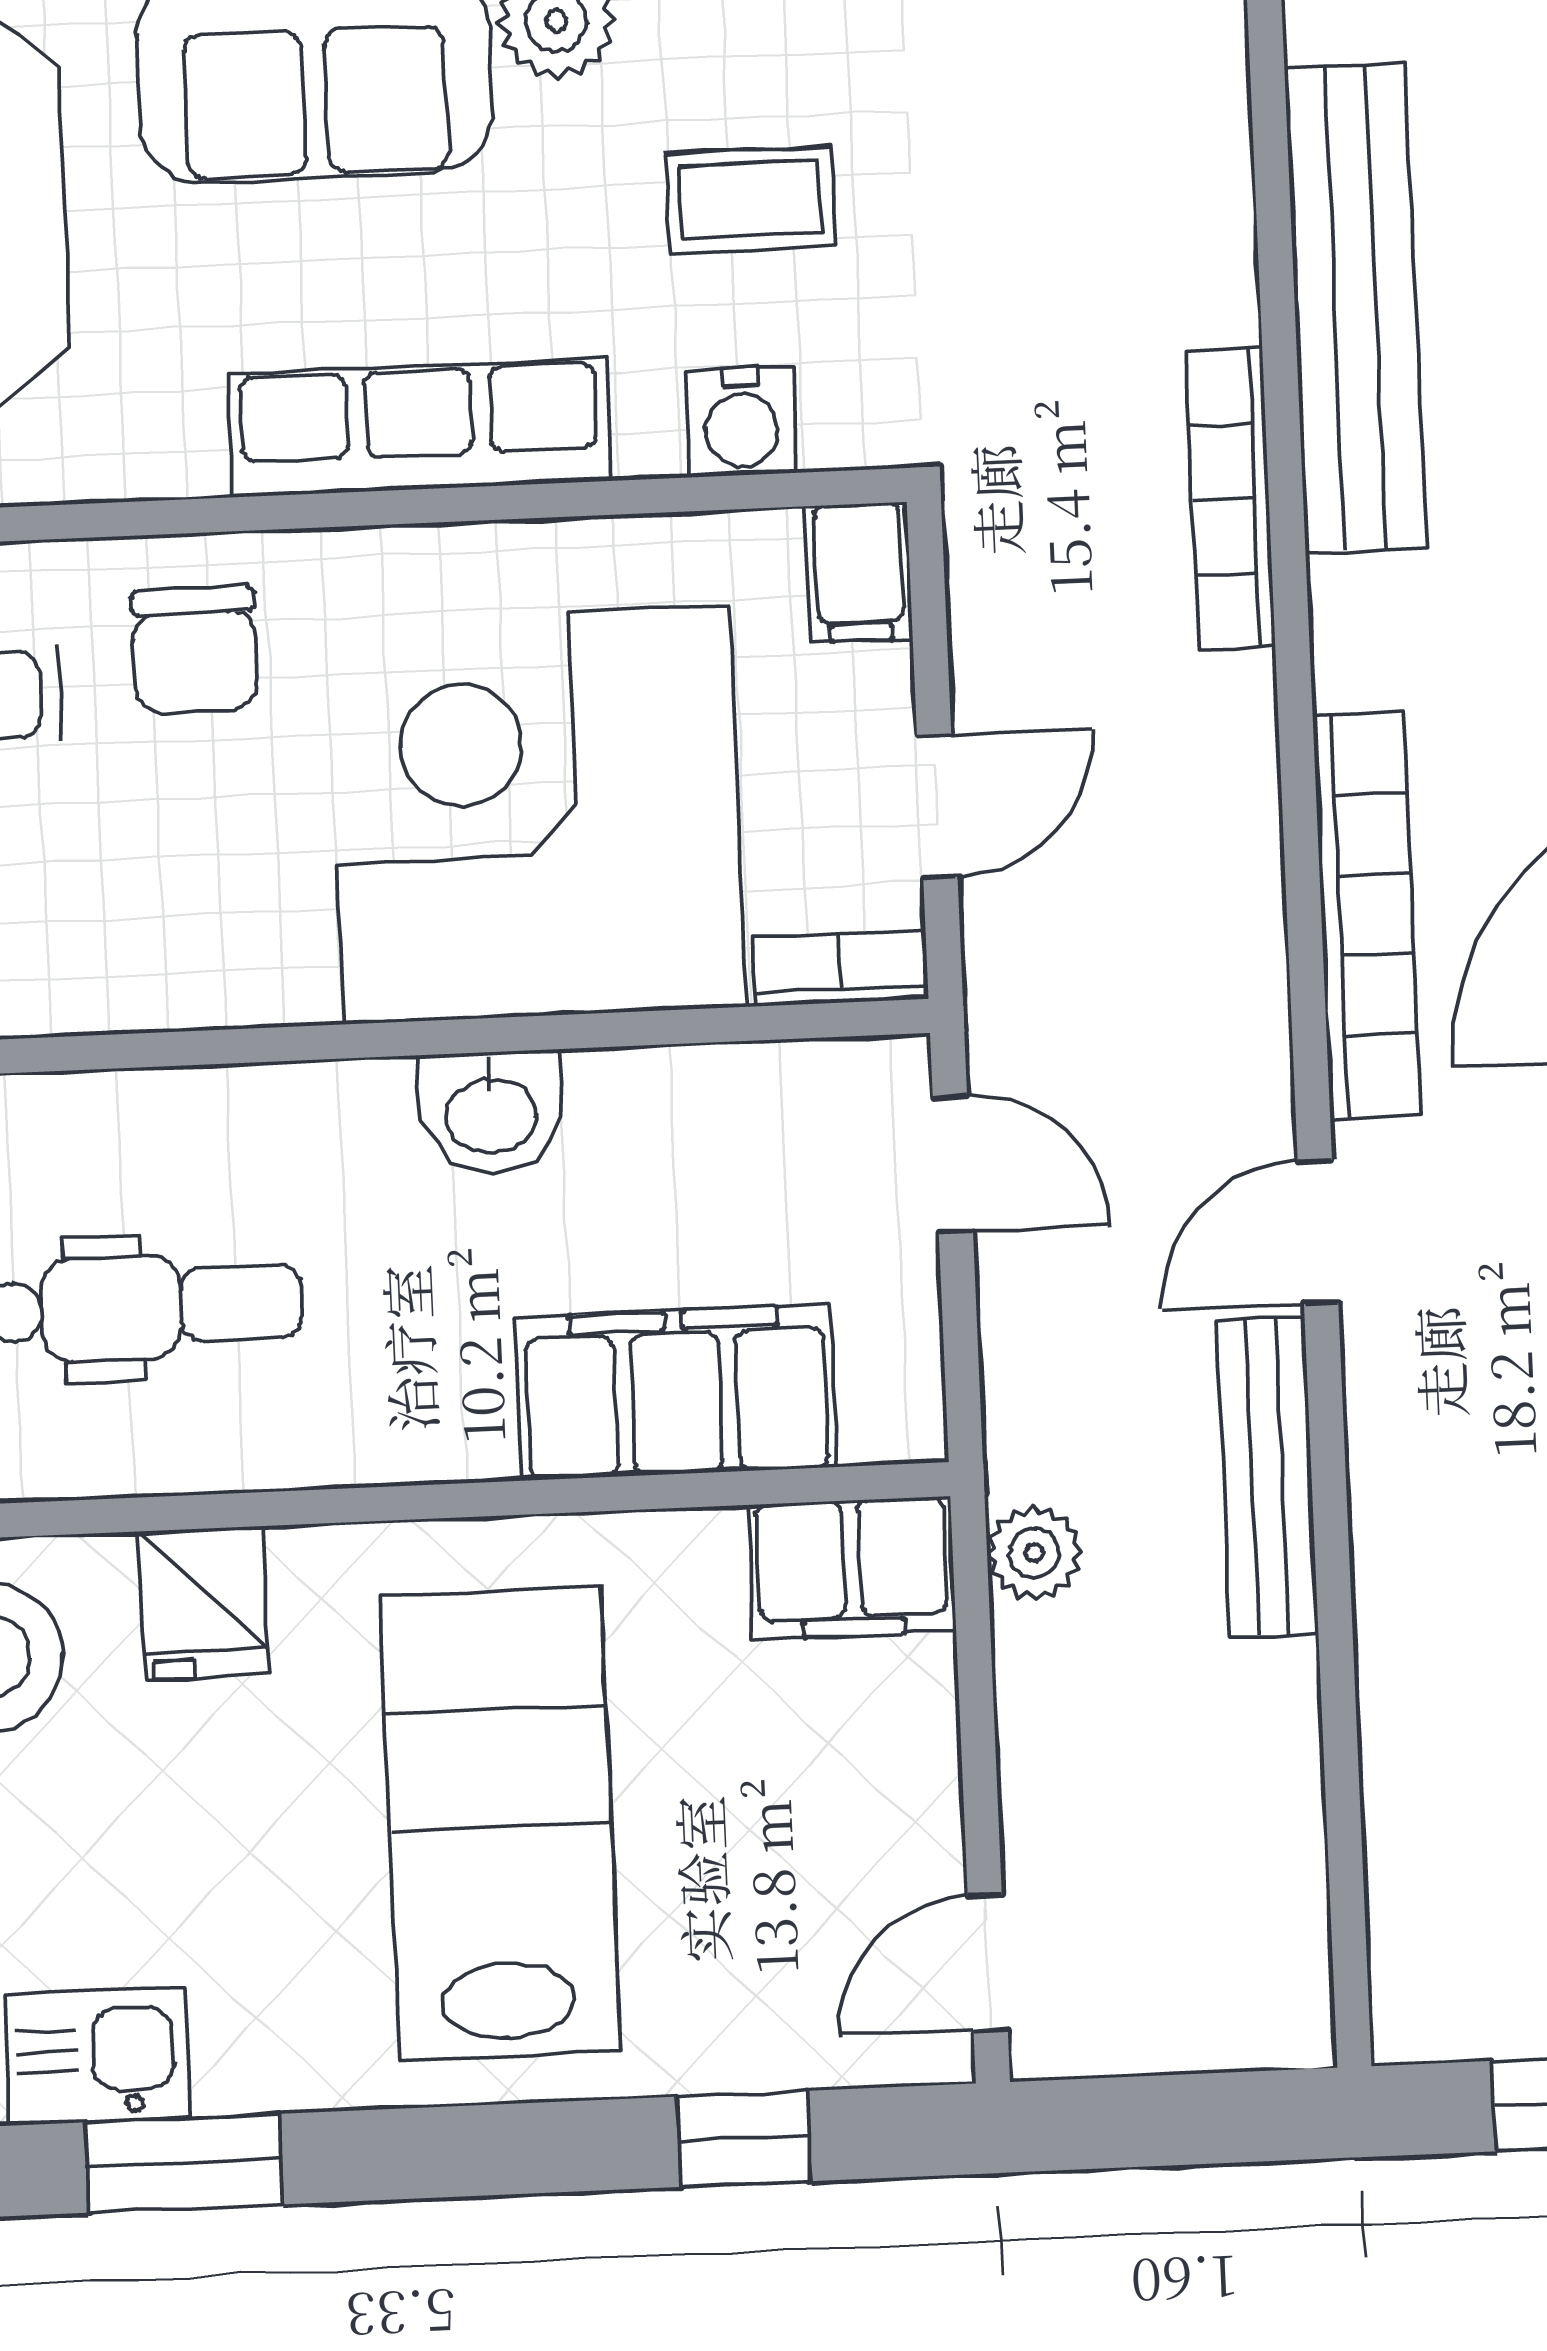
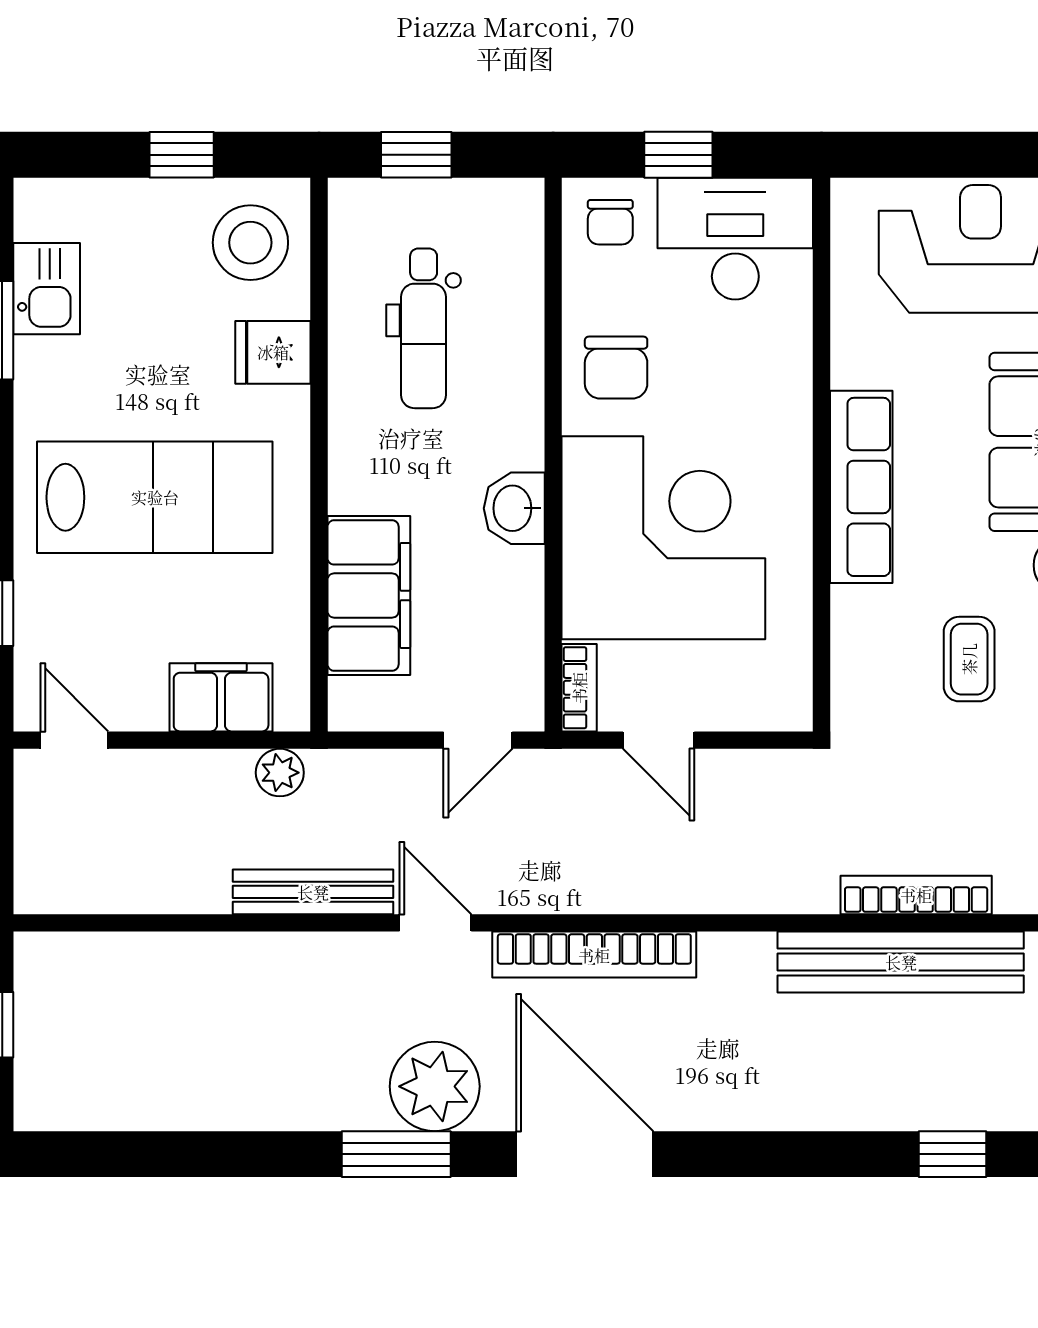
water cooler: (741, 422) -> (857, 650), removed
bookcase: (1231, 499) -> (916, 895), moved
filing cabinet: (859, 572) -> (778, 706), removed
chair: (195, 650) -> (616, 368), moved, turned -90
filing cabinet: (852, 1568) -> (221, 697), moved, turned 90

